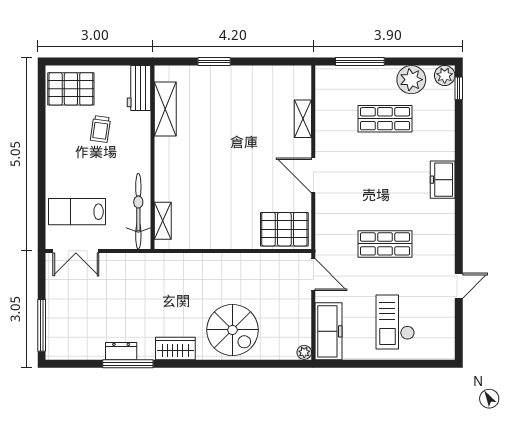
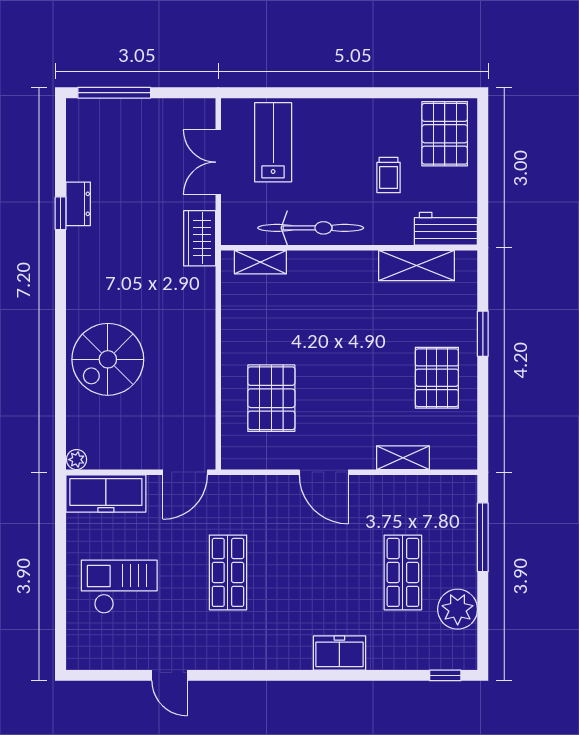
plant: (445, 76) -> (463, 656), removed
pallet: (246, 94) -> (437, 378), added
trolley: (100, 129) -> (389, 175), turned -98
door: (313, 175) -> (324, 472), swing flipped
freezer: (443, 180) -> (339, 653), moved
bicycle: (138, 211) -> (311, 228), moved
pallet: (284, 229) -> (271, 398), moved
double door: (76, 251) -> (218, 162), moved
wardrobe: (175, 349) -> (200, 238), moved, turned 180
window: (128, 364) -> (61, 213), width x0.46

